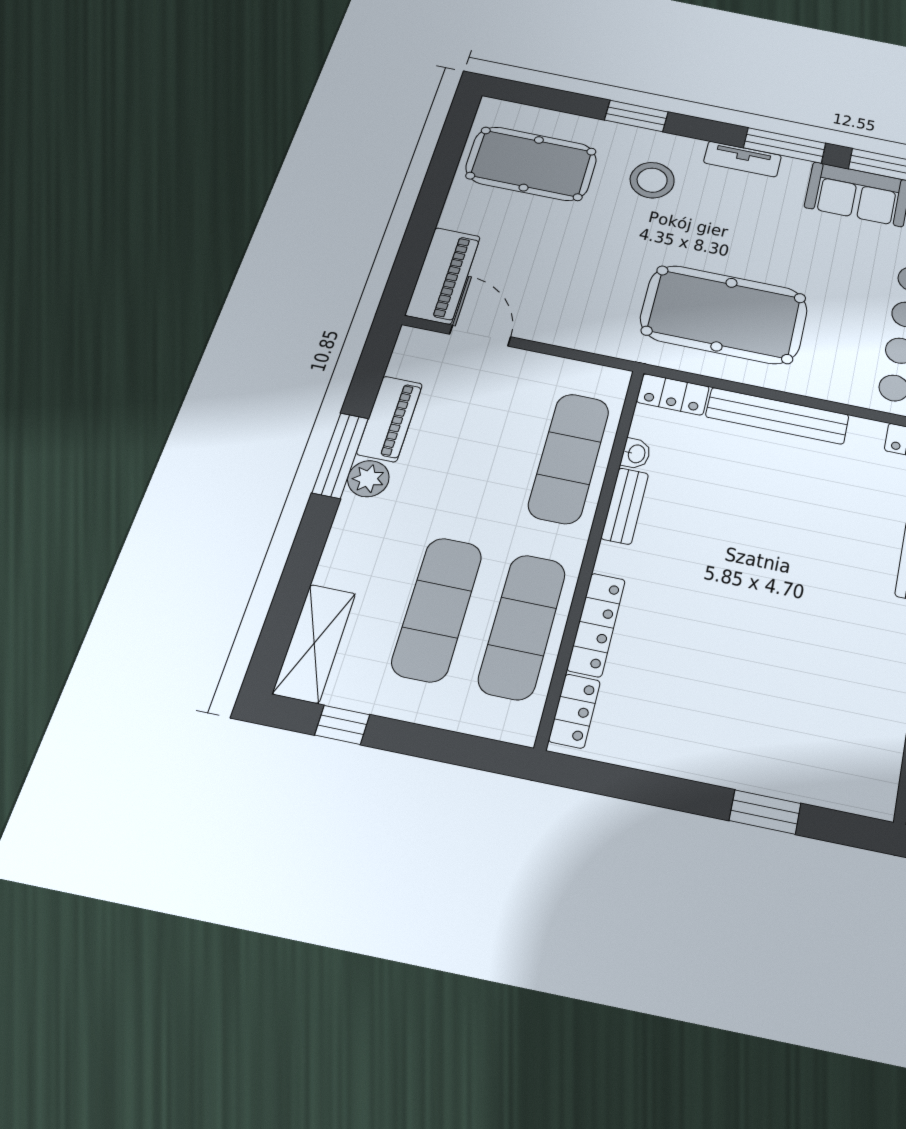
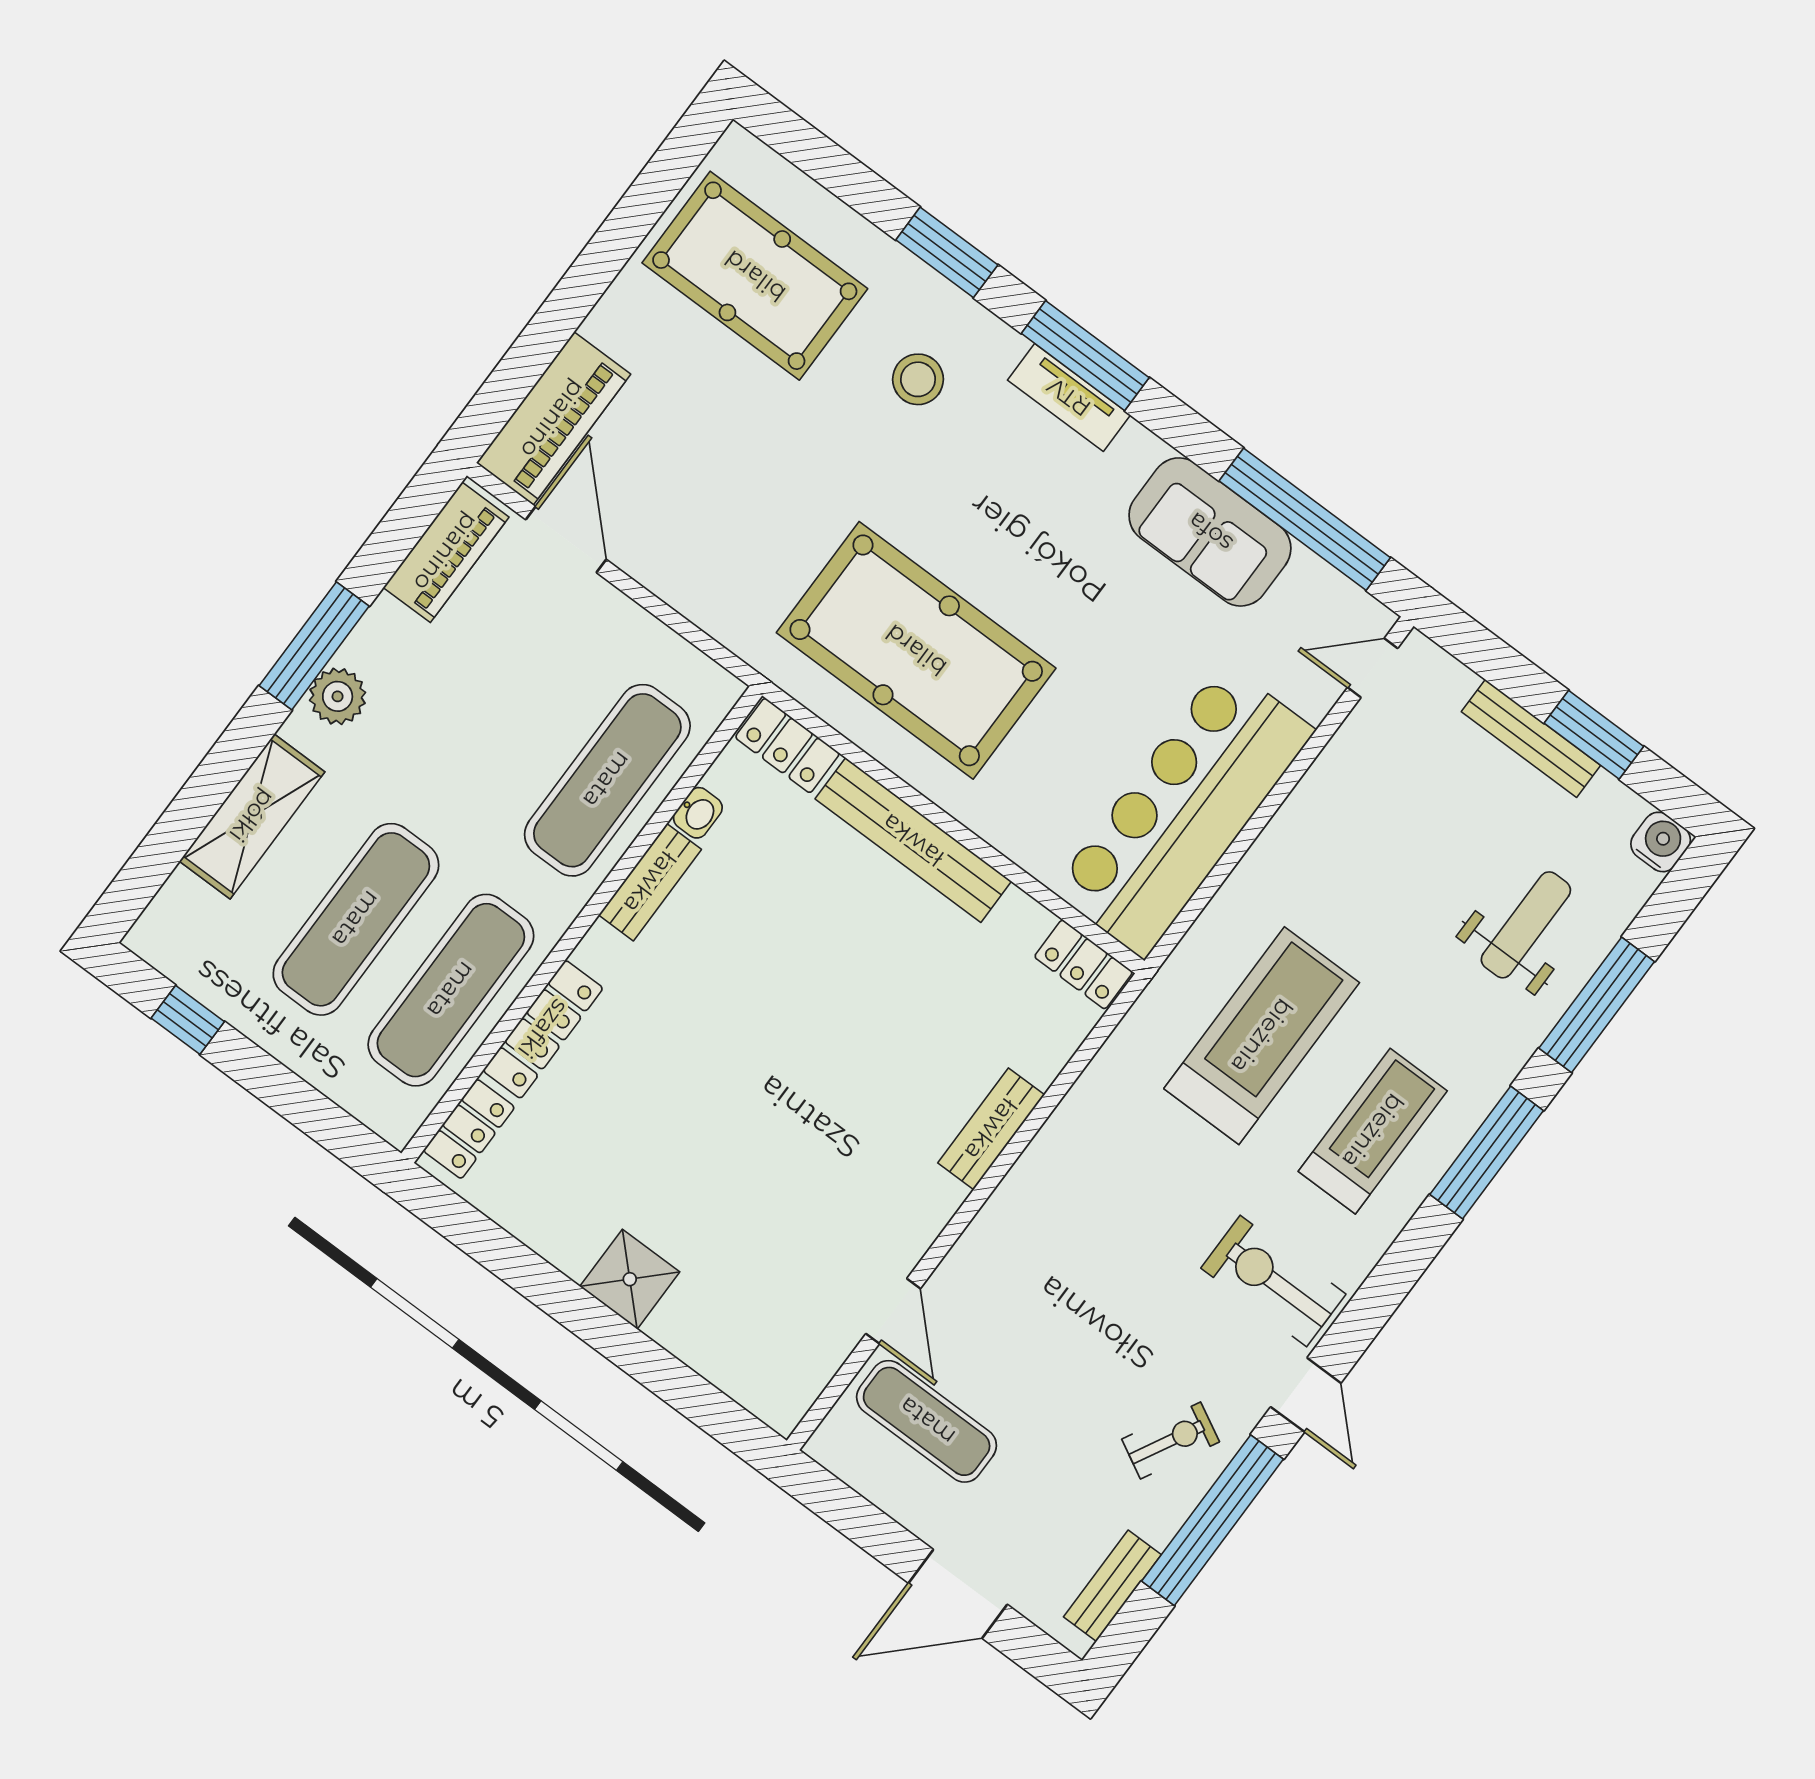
window: (785, 146) -> (1085, 356), moved
stool: (652, 180) -> (918, 379), width x0.73, depth x0.73
piano: (390, 419) -> (446, 552), moved
shelving: (314, 643) -> (252, 816), moved
shower: (732, 762) -> (630, 1279), added
window: (765, 812) -> (640, 1357), removed

